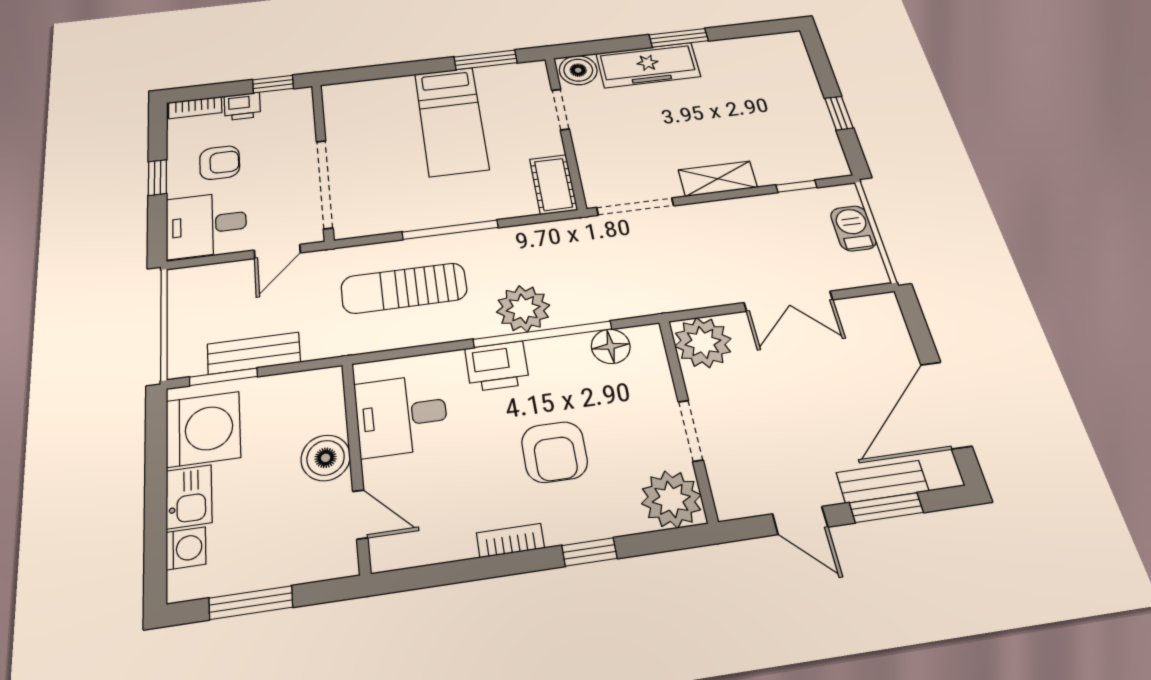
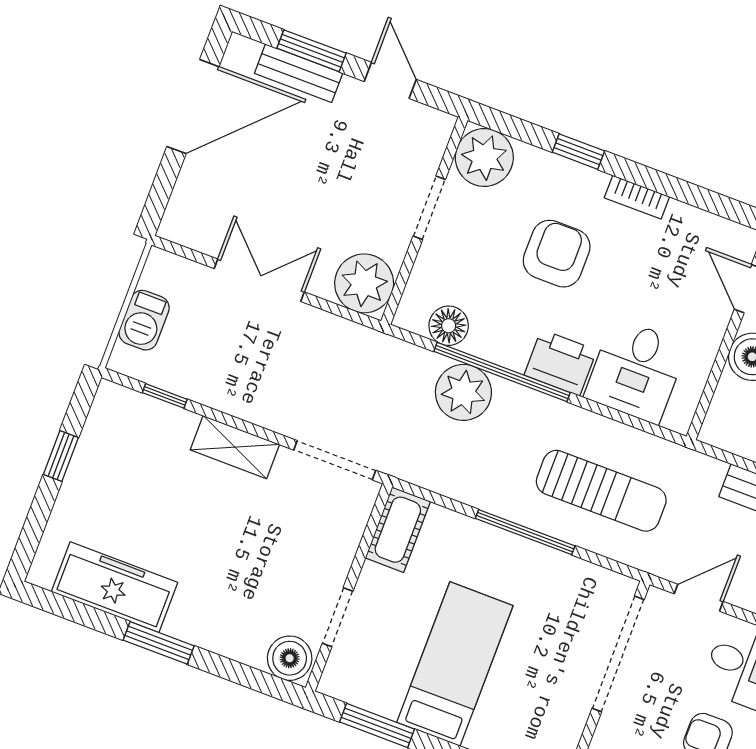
freezer: (648, 65) -> (114, 587), moved
plant: (523, 309) -> (463, 392), moved
desk: (401, 415) -> (636, 371), moved, turned 90

